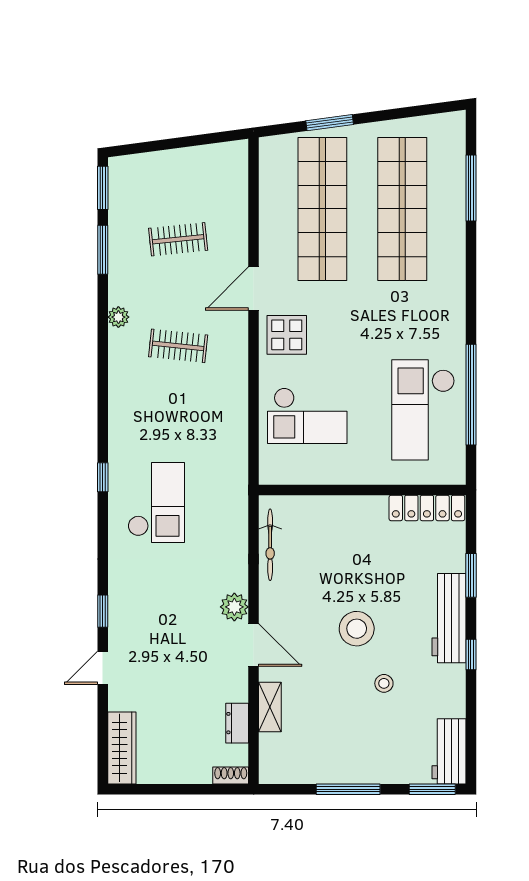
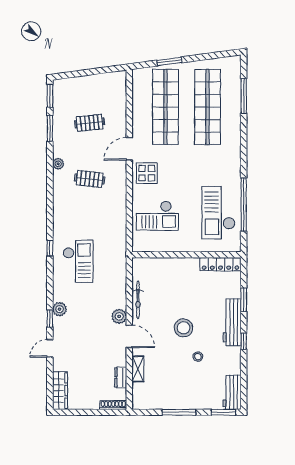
bicycle: (270, 545) -> (138, 300), moved
plant: (121, 593) -> (60, 309), added
shoe rack: (231, 775) -> (113, 405), width x1.43

